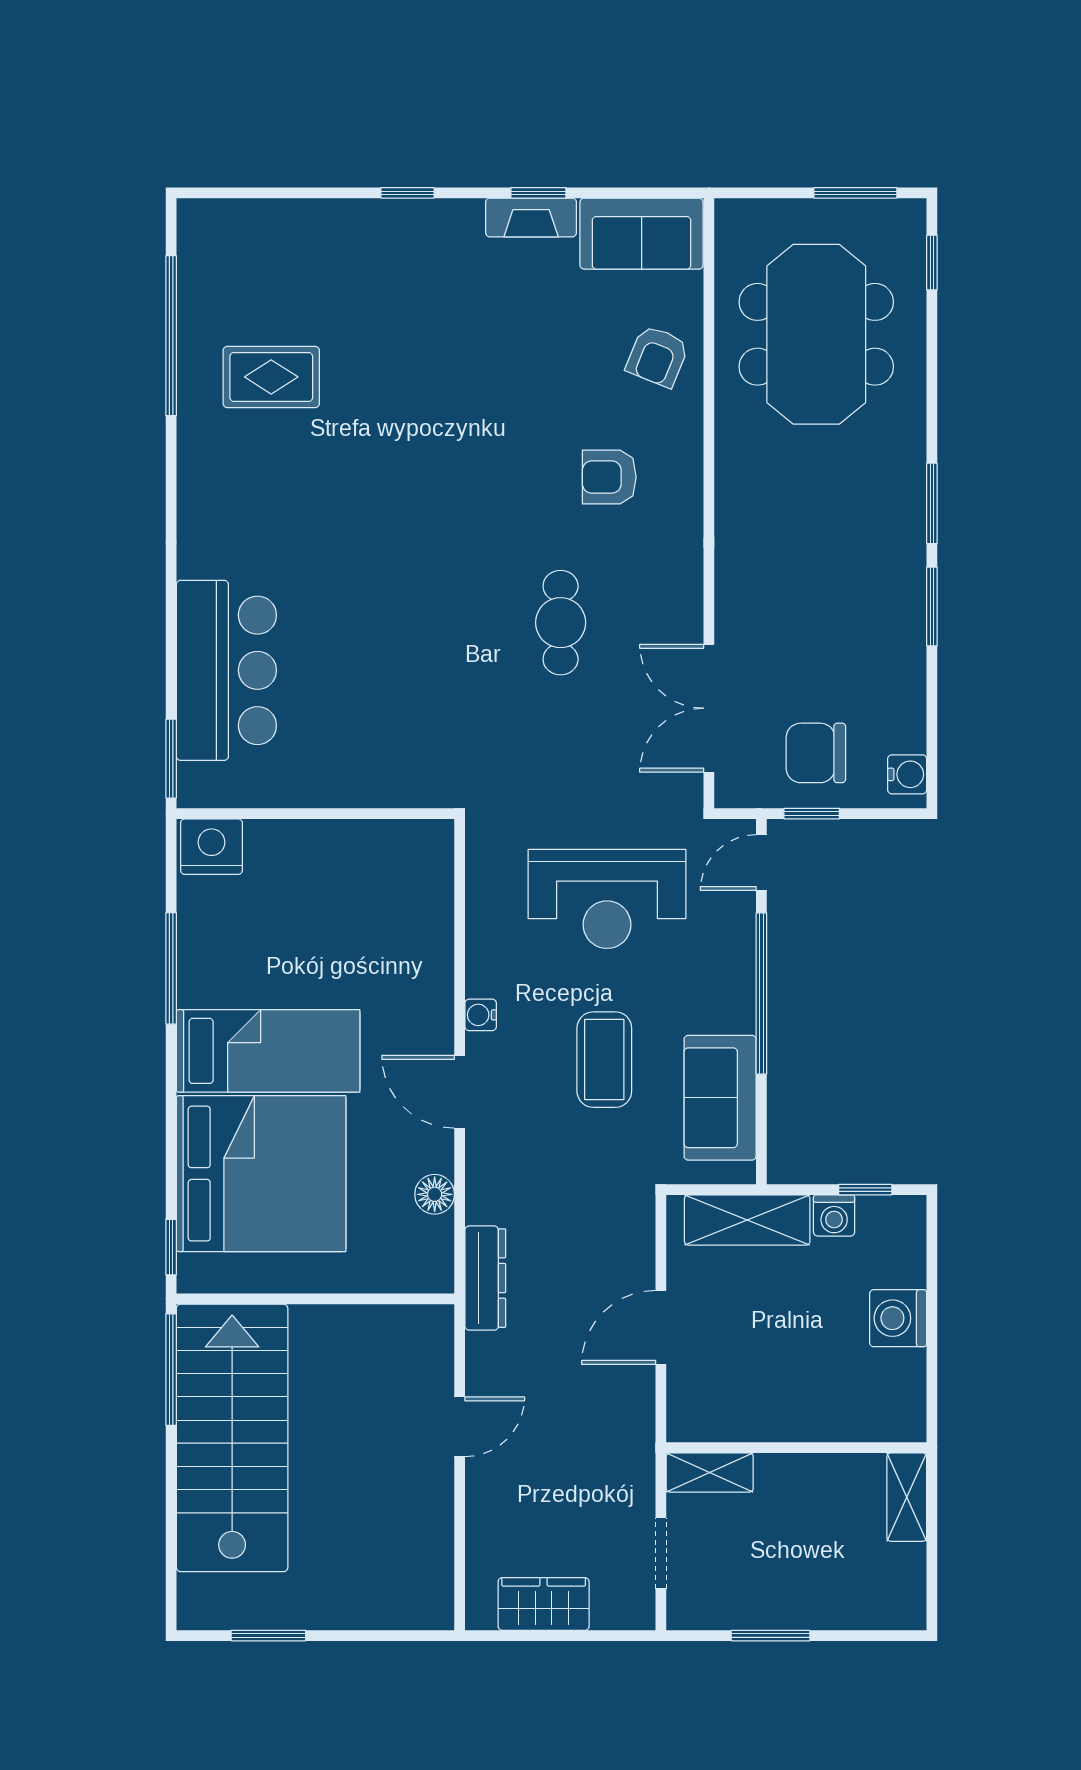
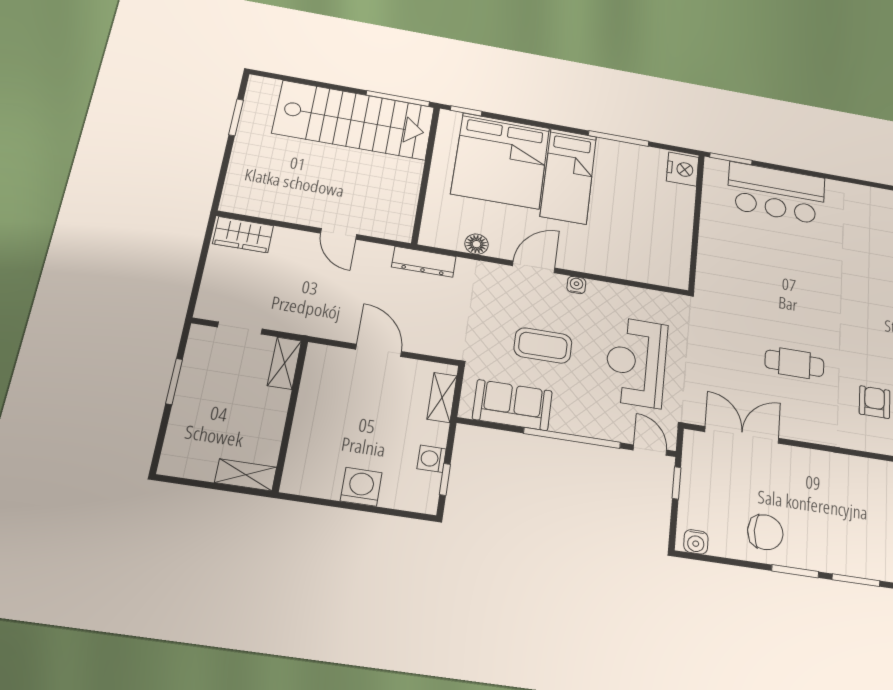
chair: (816, 753) -> (765, 532), moved, turned 90
shelving: (747, 1220) -> (442, 397), width x0.67, depth x0.75
wardrobe: (544, 1604) -> (243, 235), moved, turned 90

